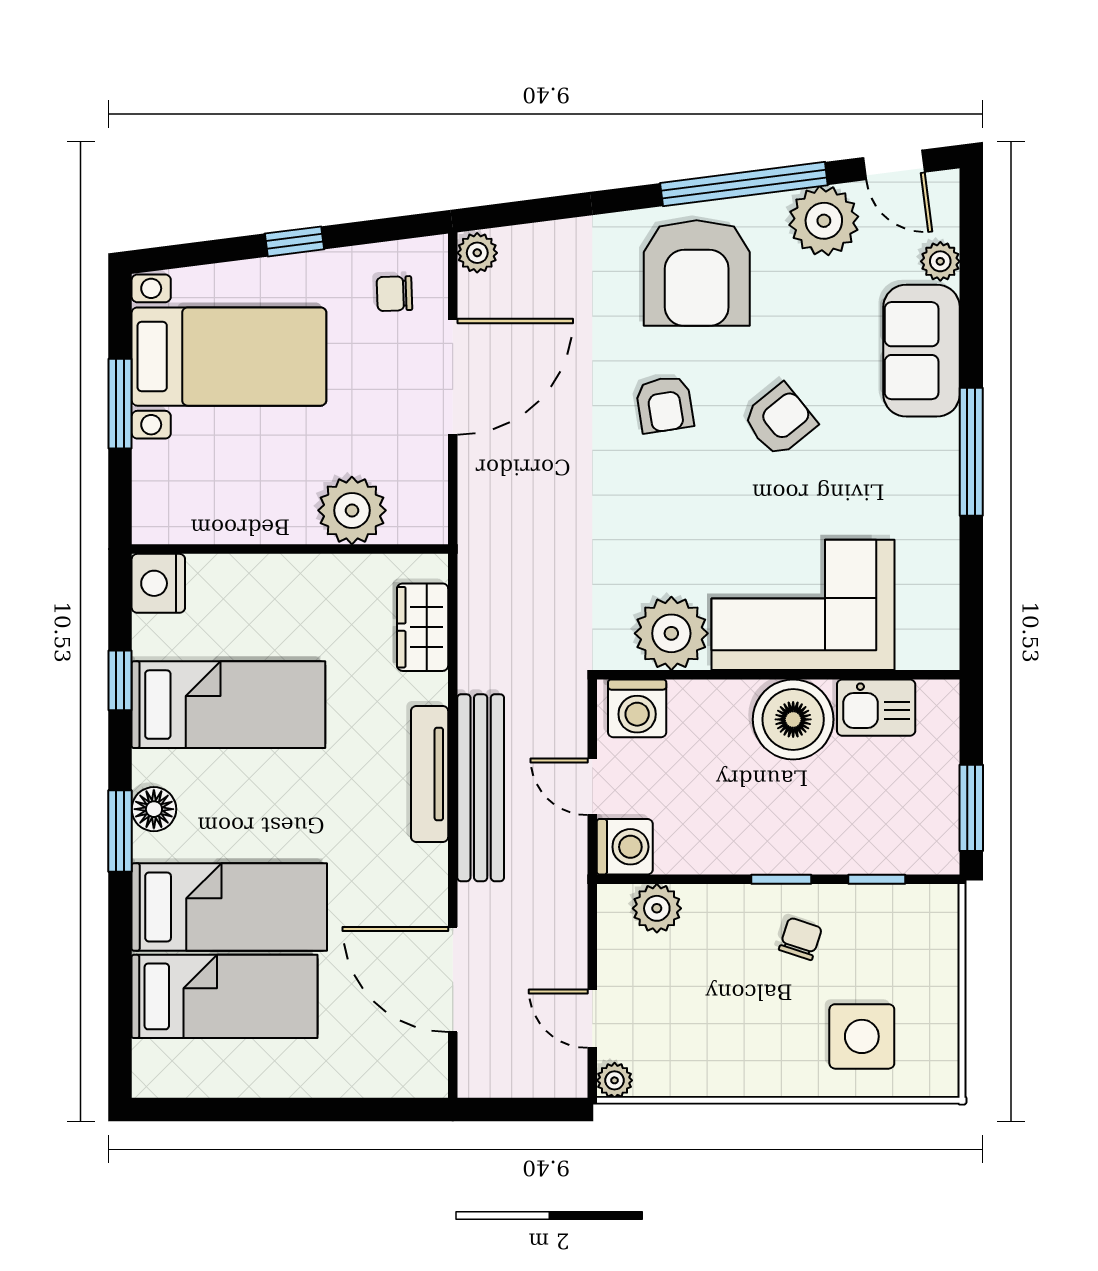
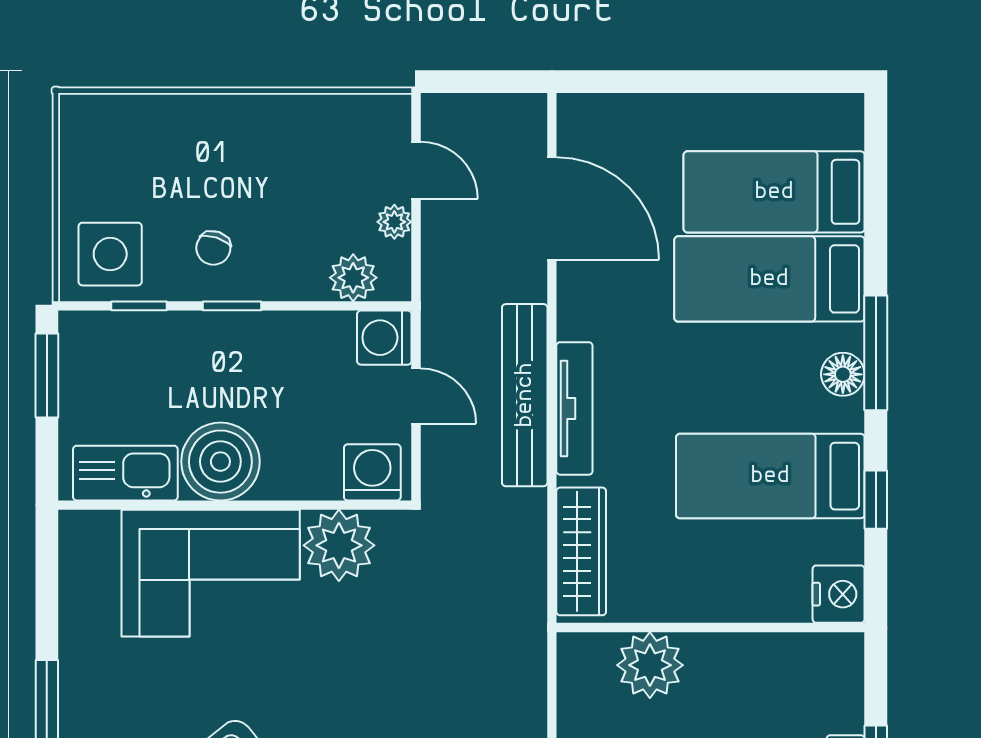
wardrobe: (423, 627) -> (581, 551), width x1.50
kitchen sink: (876, 708) -> (125, 473), width x1.38
window: (120, 831) -> (876, 353), width x1.44
side table: (862, 1036) -> (110, 254), moved
plant: (615, 1080) -> (394, 222), moved

